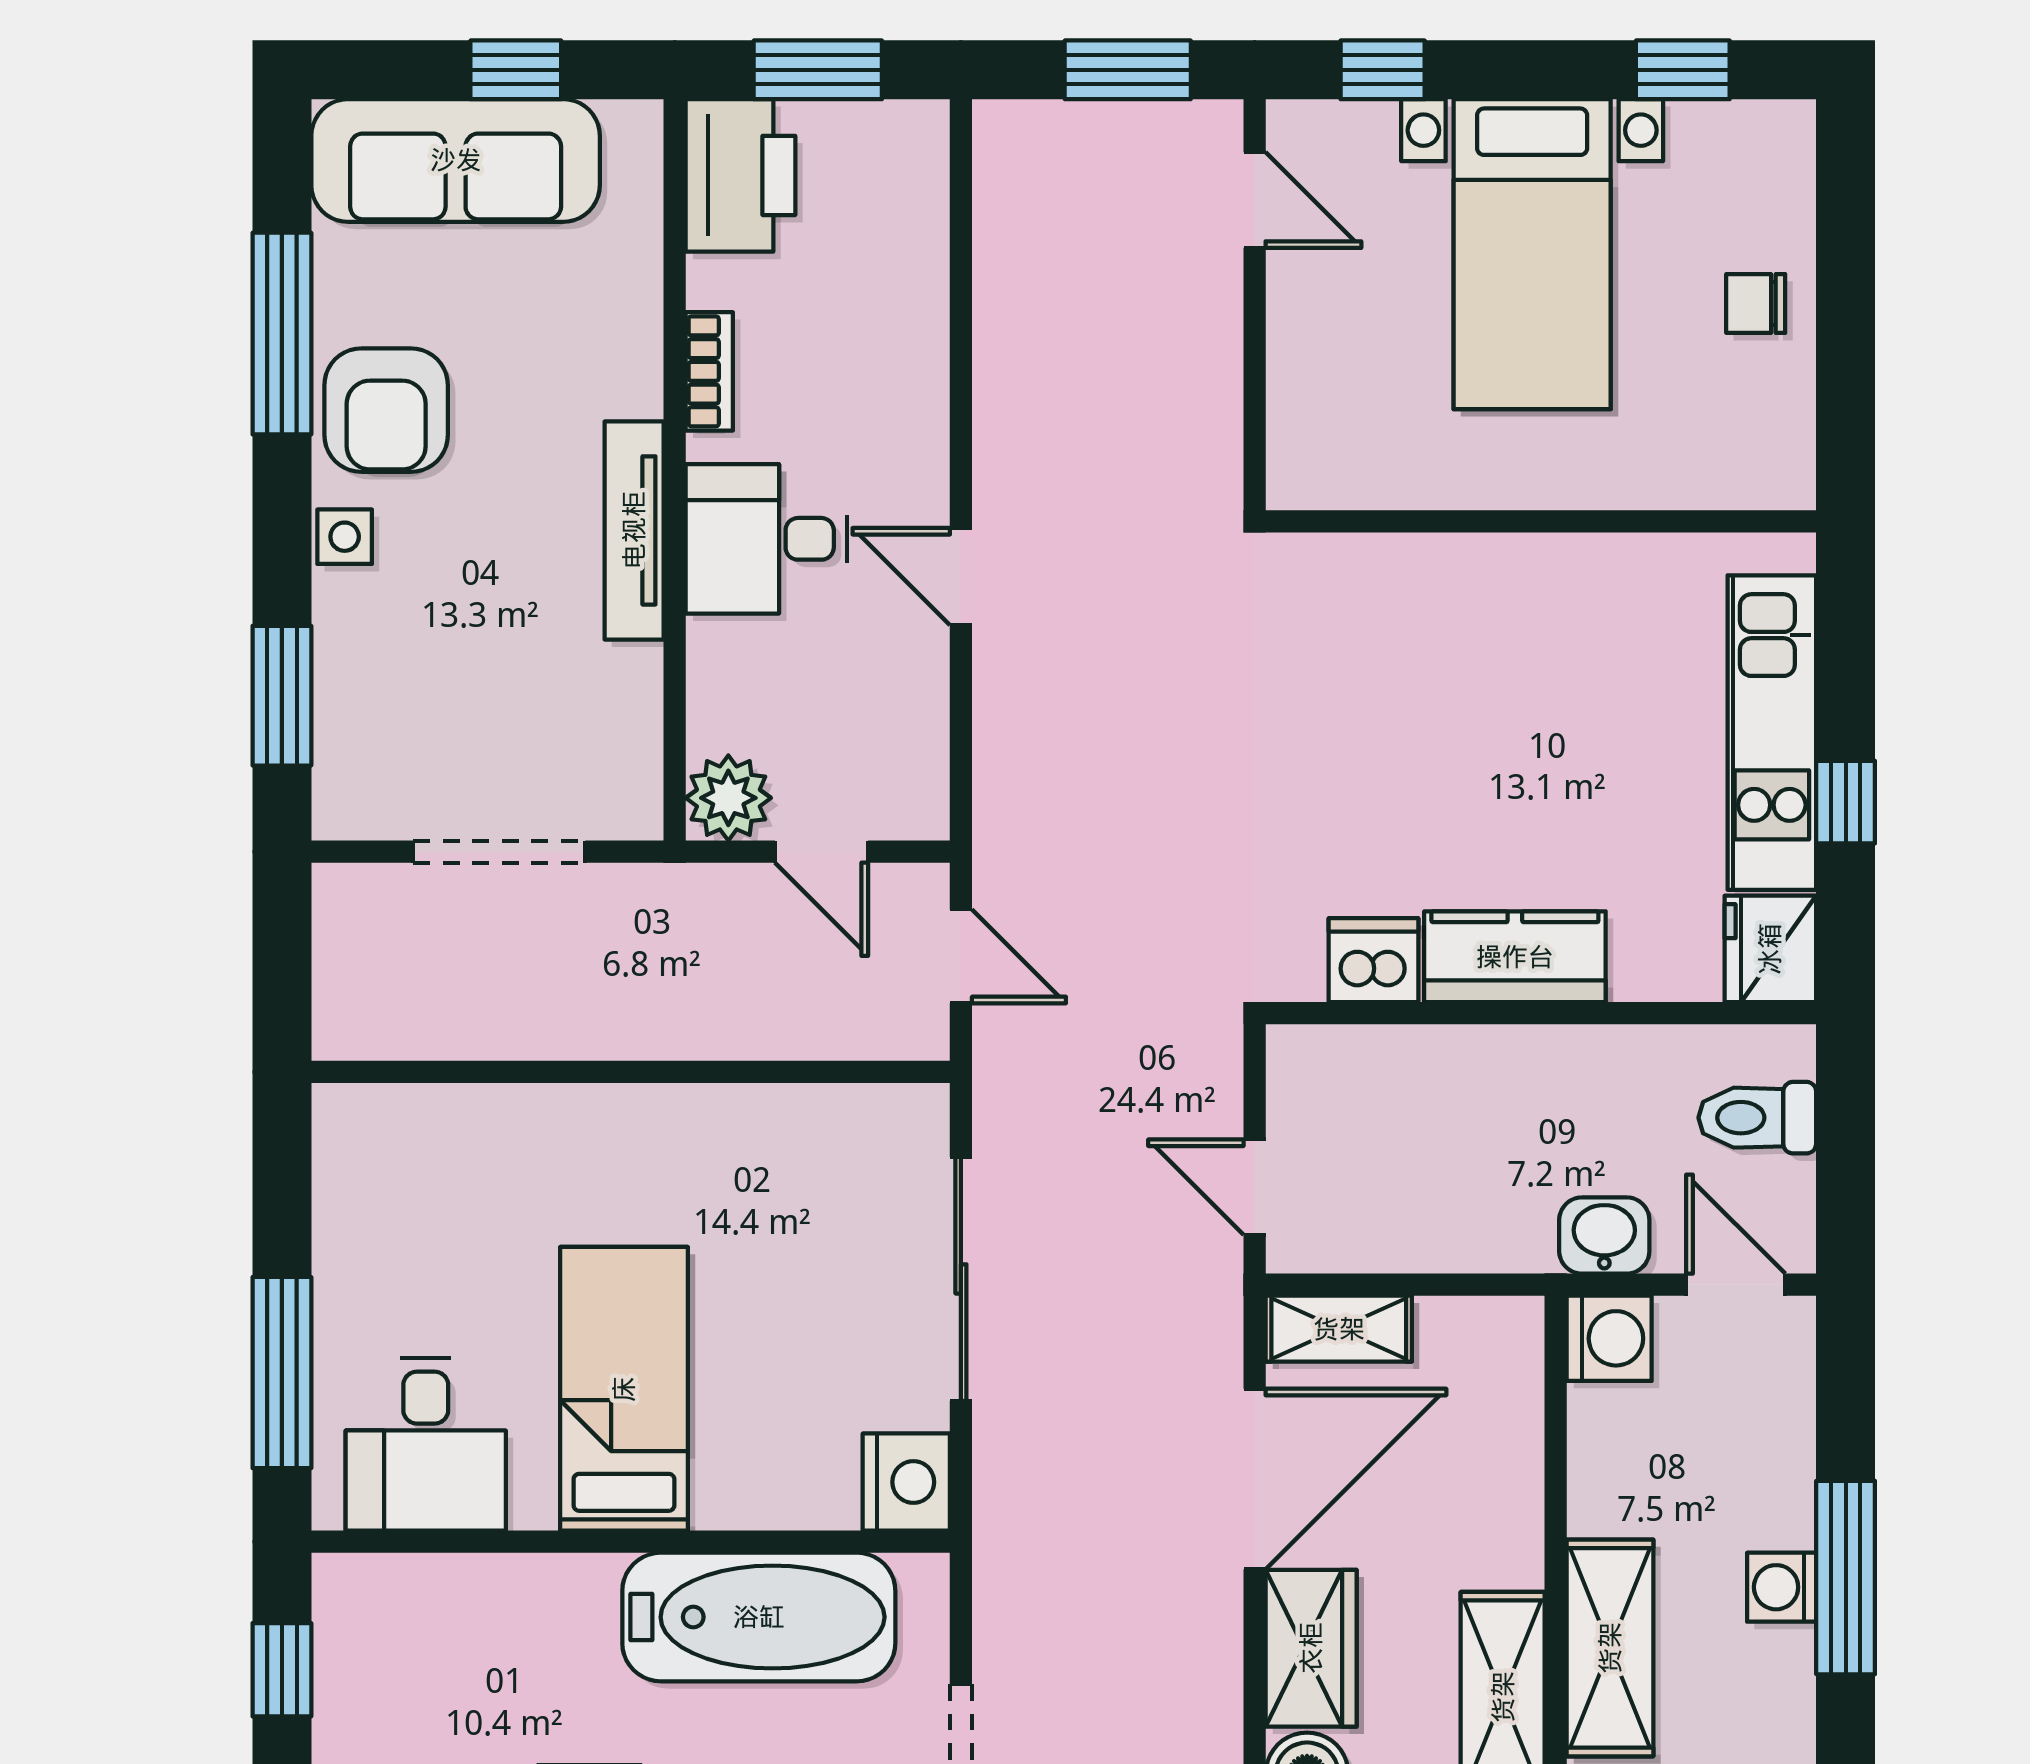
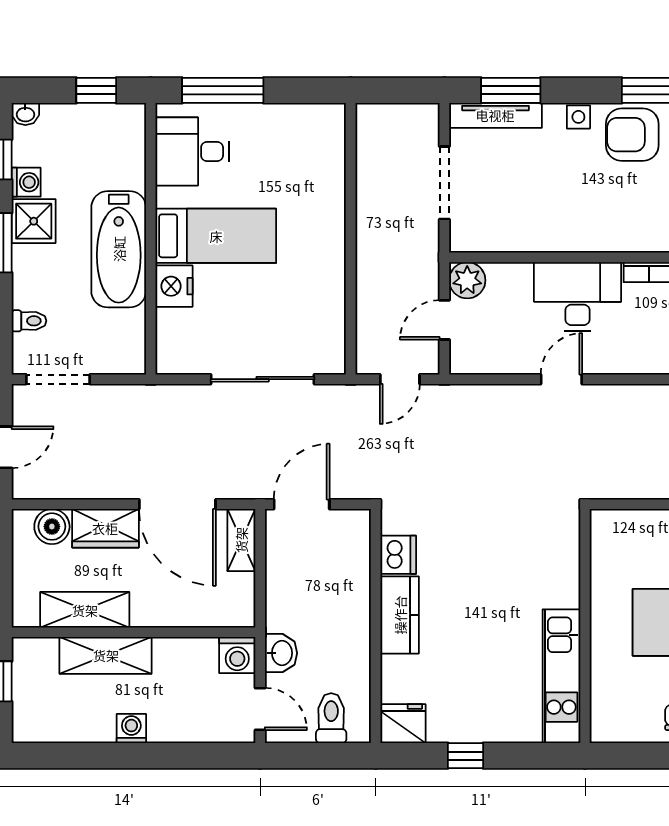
tv unit: (634, 530) -> (495, 115), moved, turned 180
desk: (766, 539) -> (577, 296), width x1.37
kitchen unit: (1772, 733) -> (561, 676), moved, turned -90
door: (1255, 1187) -> (302, 504), width x1.38
door: (1736, 1285) -> (260, 709), hinge flipped
nightstand: (906, 1482) -> (174, 286), moved, turned 90
window: (1846, 1578) -> (135, 756), removed
bathtub: (759, 1617) -> (119, 249), moved

